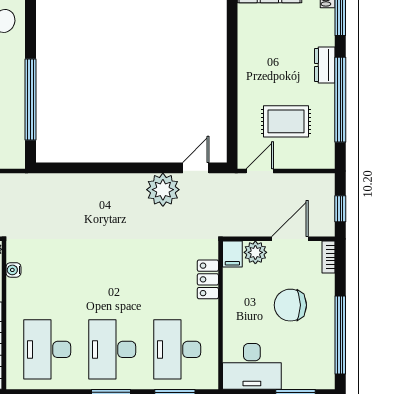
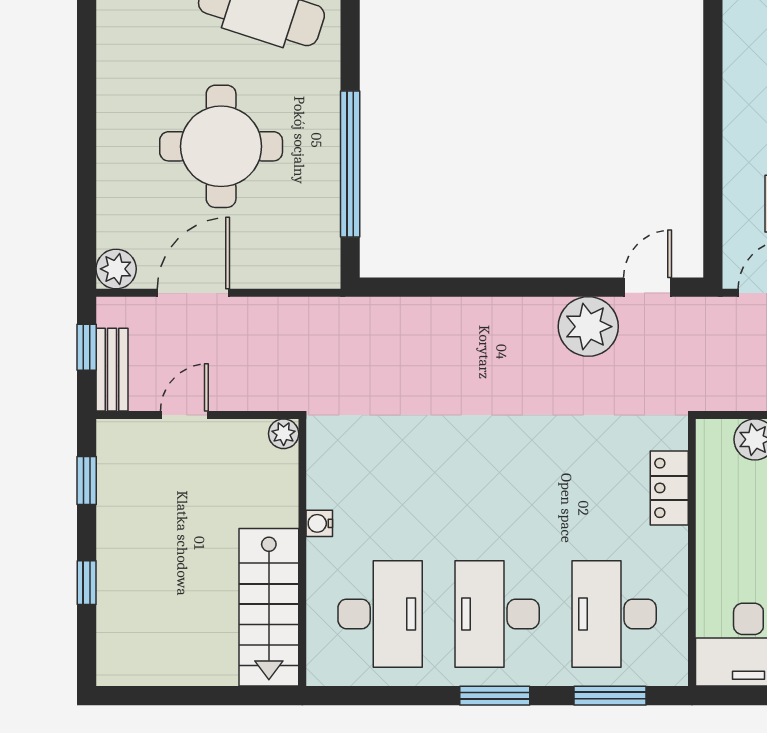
filing cabinet: (232, 254) -> (713, 442), removed
water cooler: (13, 270) -> (319, 523), moved
desk: (47, 349) -> (380, 614), turned 180

